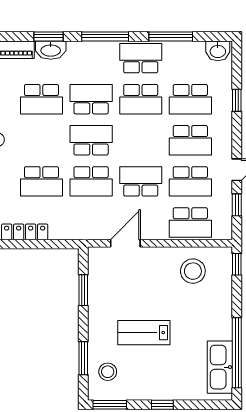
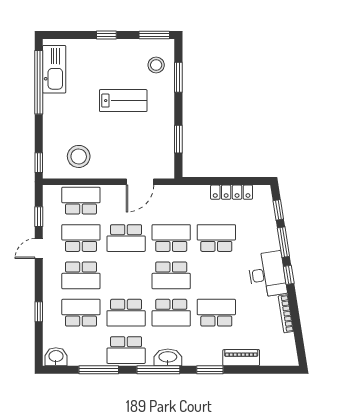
washbasin: (51, 50) -> (168, 357), moved
school desk: (141, 99) -> (126, 313), turned 180
school desk: (190, 140) -> (81, 275), turned 180

